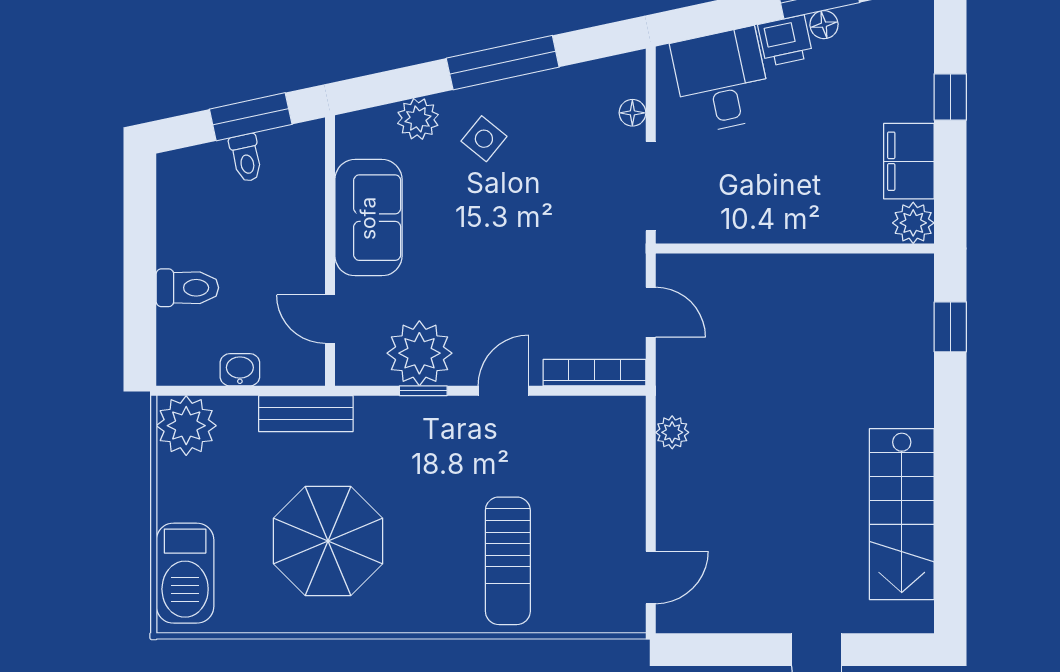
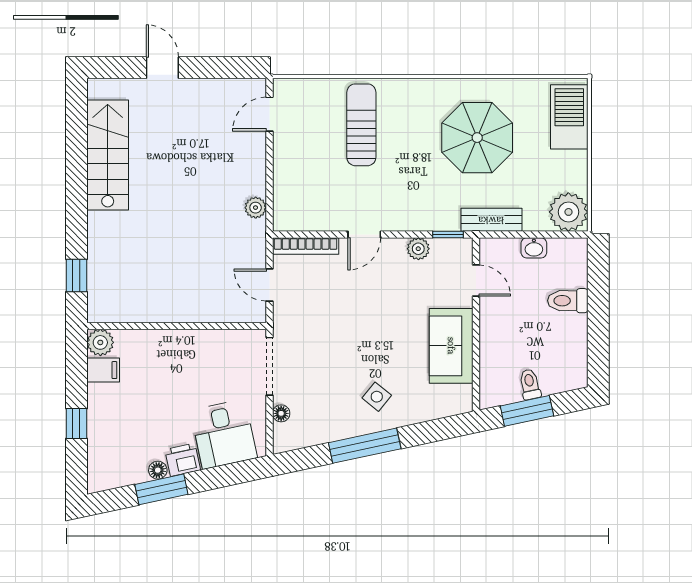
plant: (418, 119) -> (419, 409), removed
filing cabinet: (909, 161) -> (103, 370), width x0.50
plant: (419, 353) -> (418, 249), width x0.53, depth x0.53
window: (423, 391) -> (448, 234), moved

